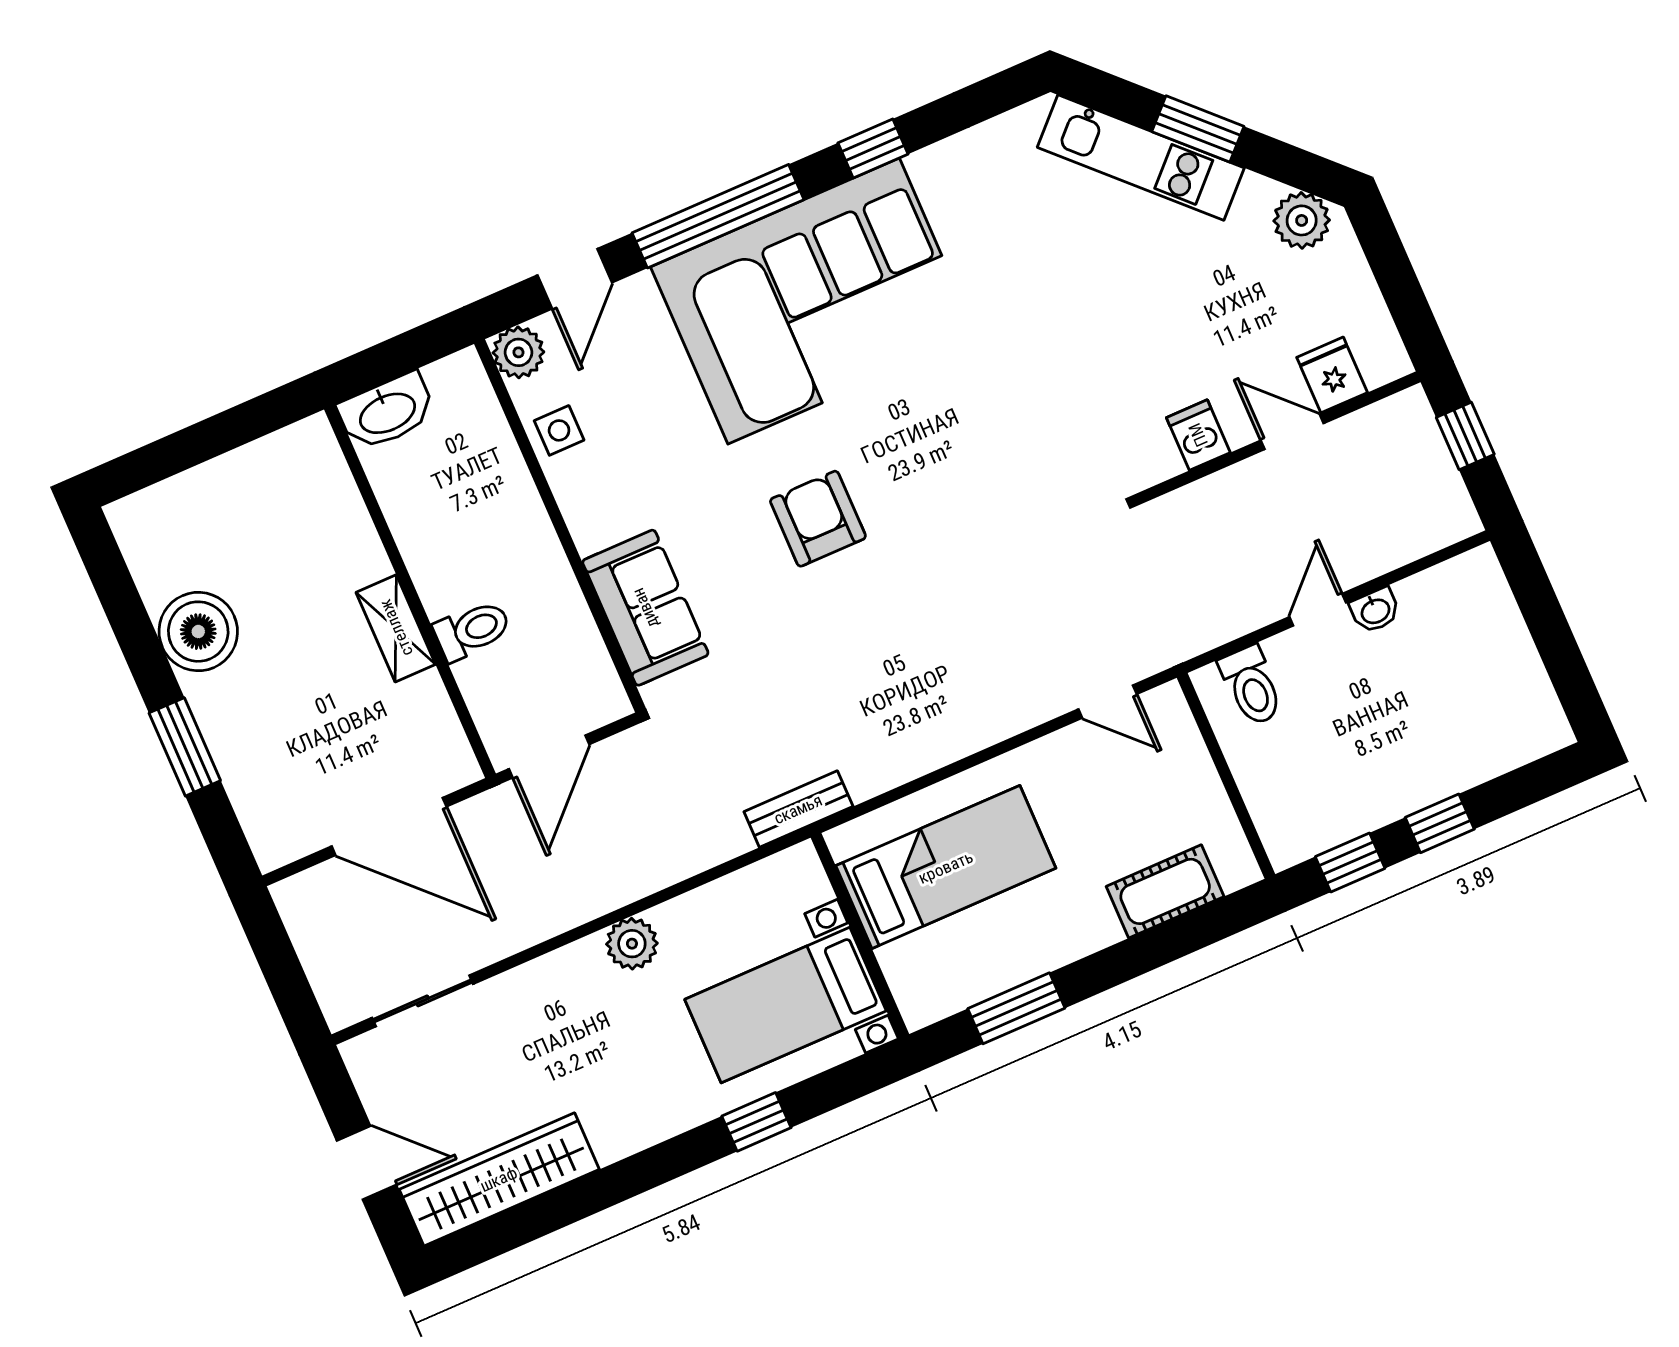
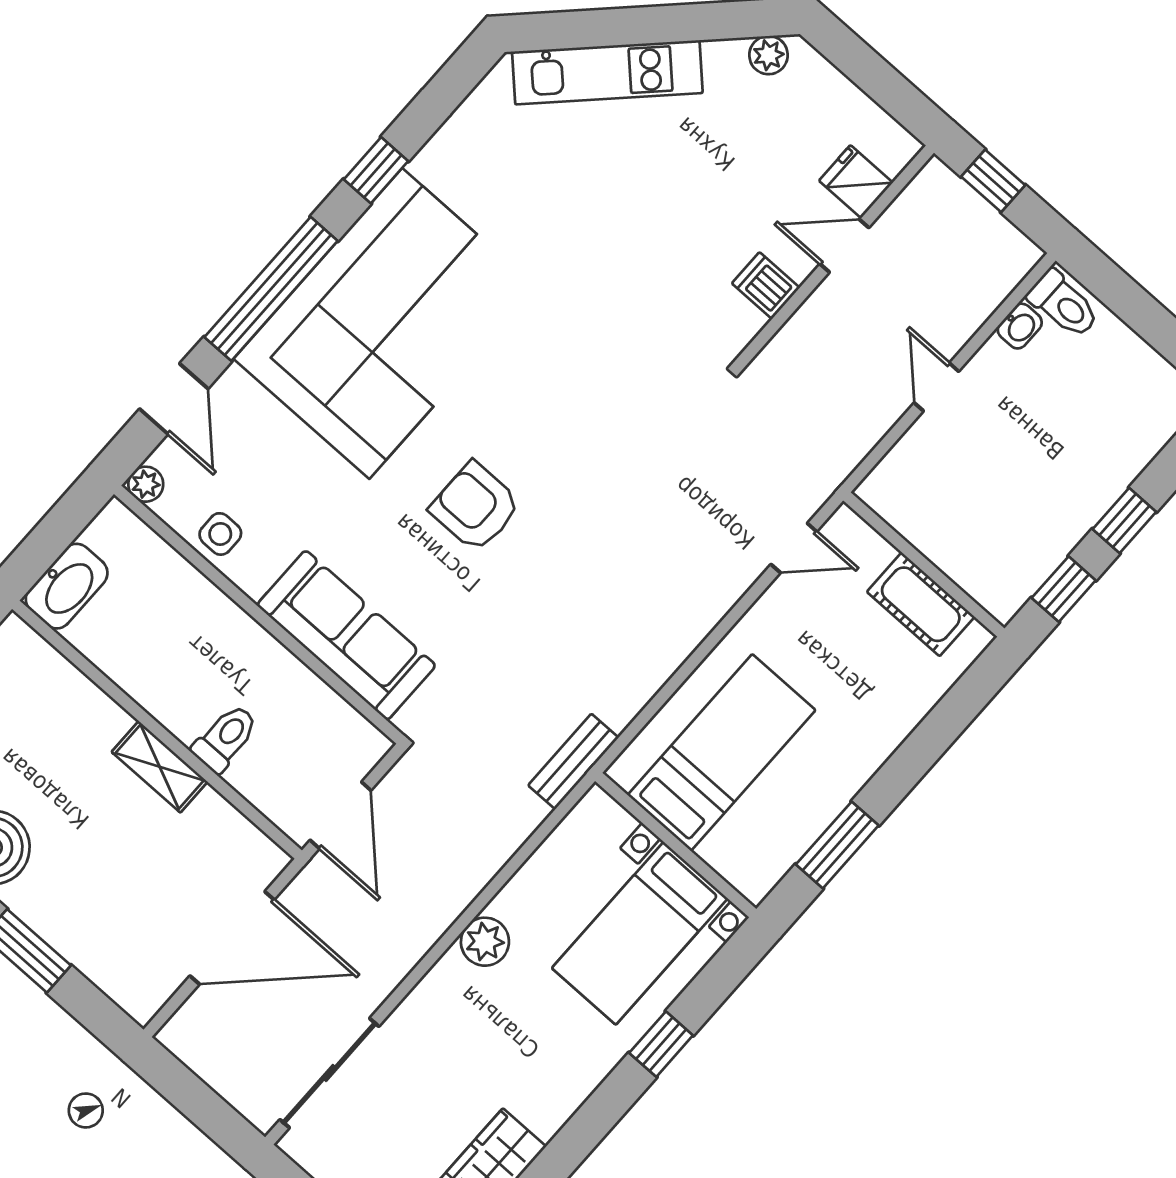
window: (1198, 129) -> (645, 25), removed
plant: (1302, 220) -> (769, 55), width x0.73, depth x0.73
plant: (518, 352) -> (146, 484), width x0.73, depth x0.73
sofa: (645, 608) -> (346, 635), width x1.36
washbasin: (1375, 610) -> (1020, 326), moved
toilet: (1251, 686) -> (1063, 304), moved
cot: (1165, 891) -> (921, 604), moved, turned 90
sliding door: (423, 1001) -> (329, 1073), width x1.37

